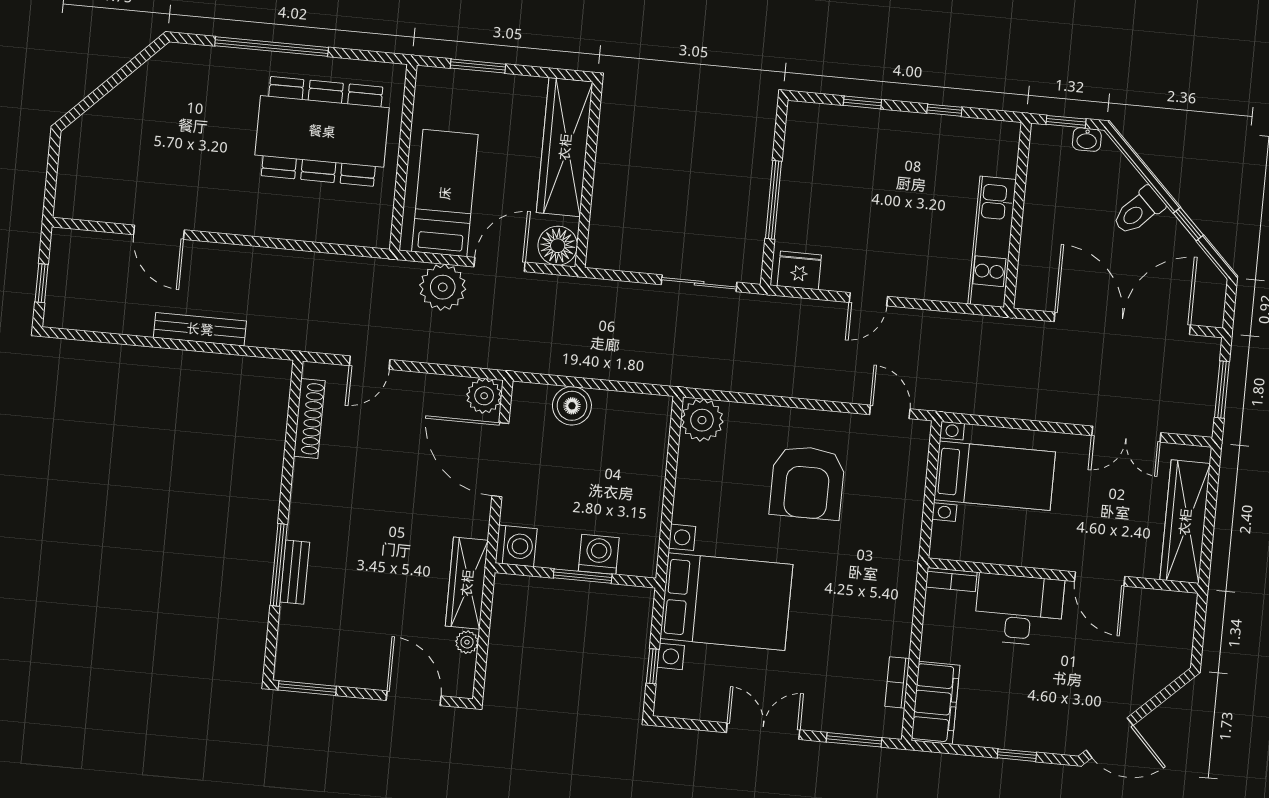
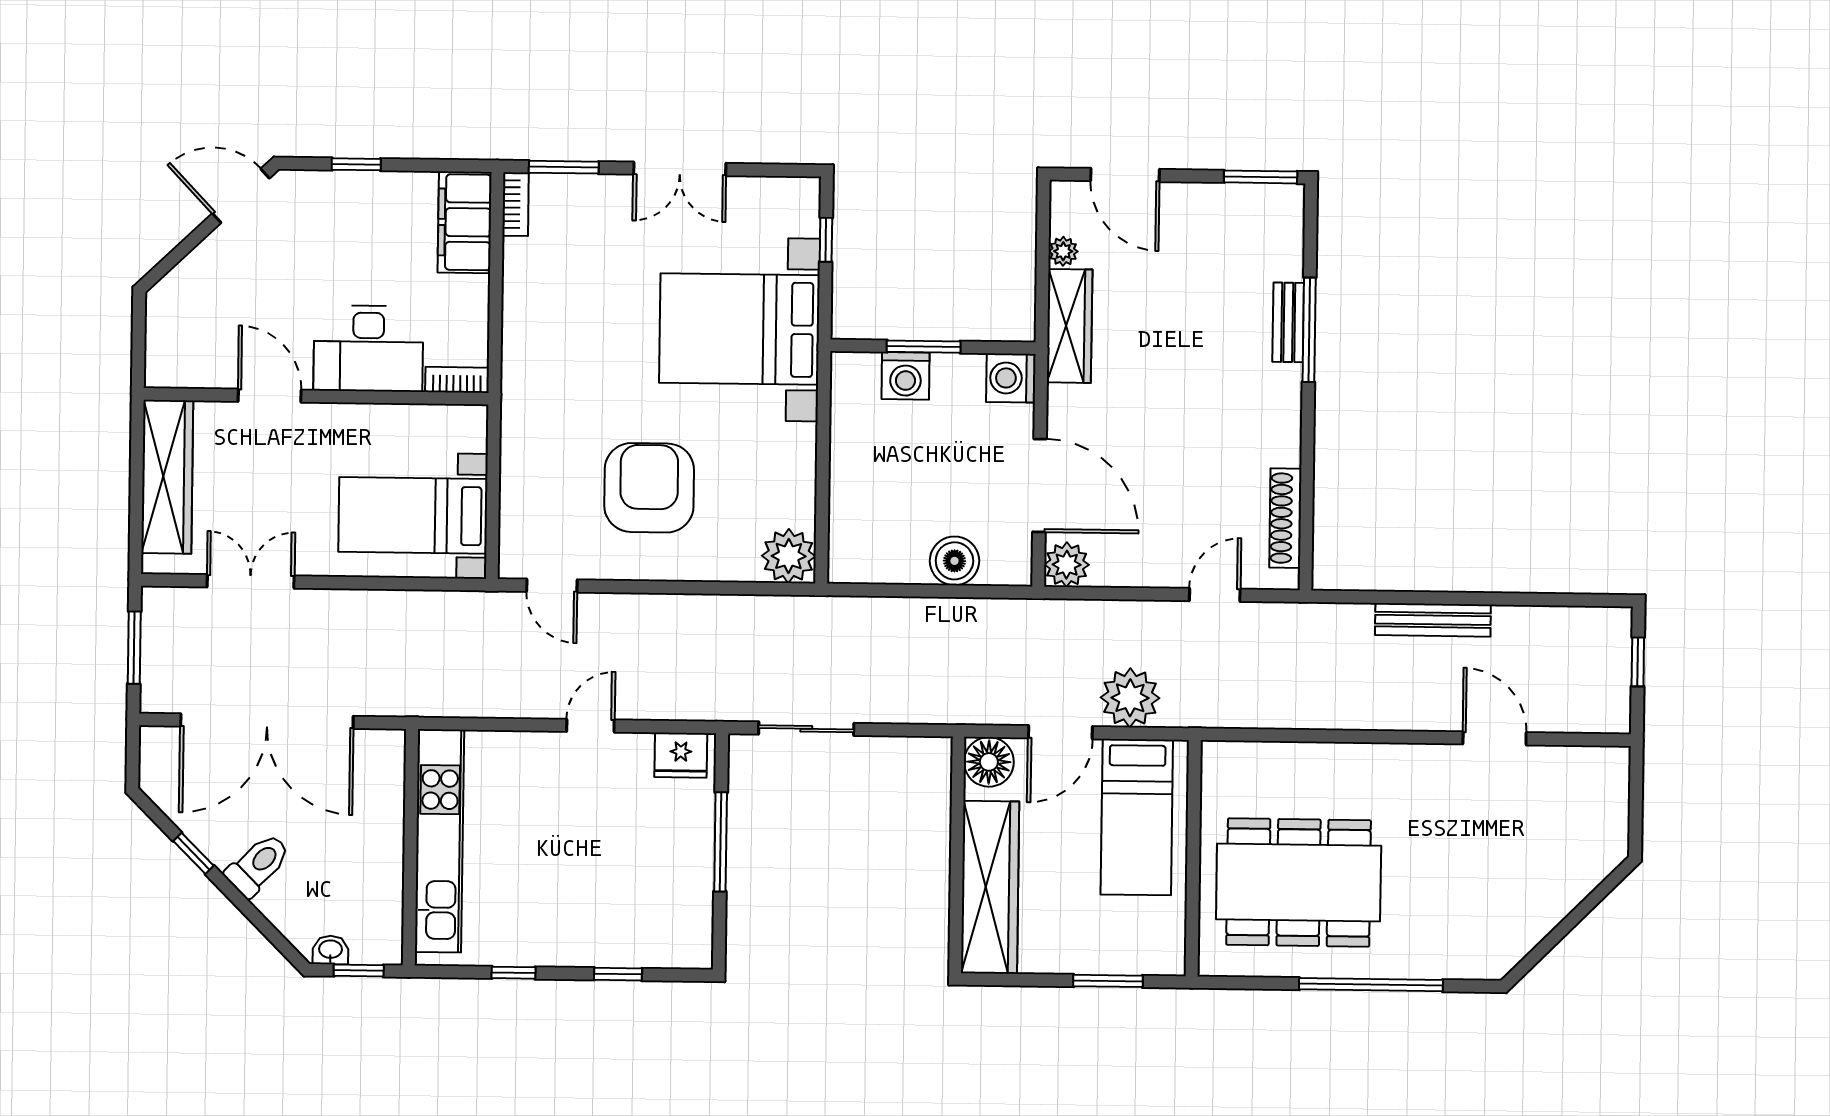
kitchen unit: (992, 242) -> (439, 841), width x1.36
bookcase: (897, 682) -> (516, 204), moved

